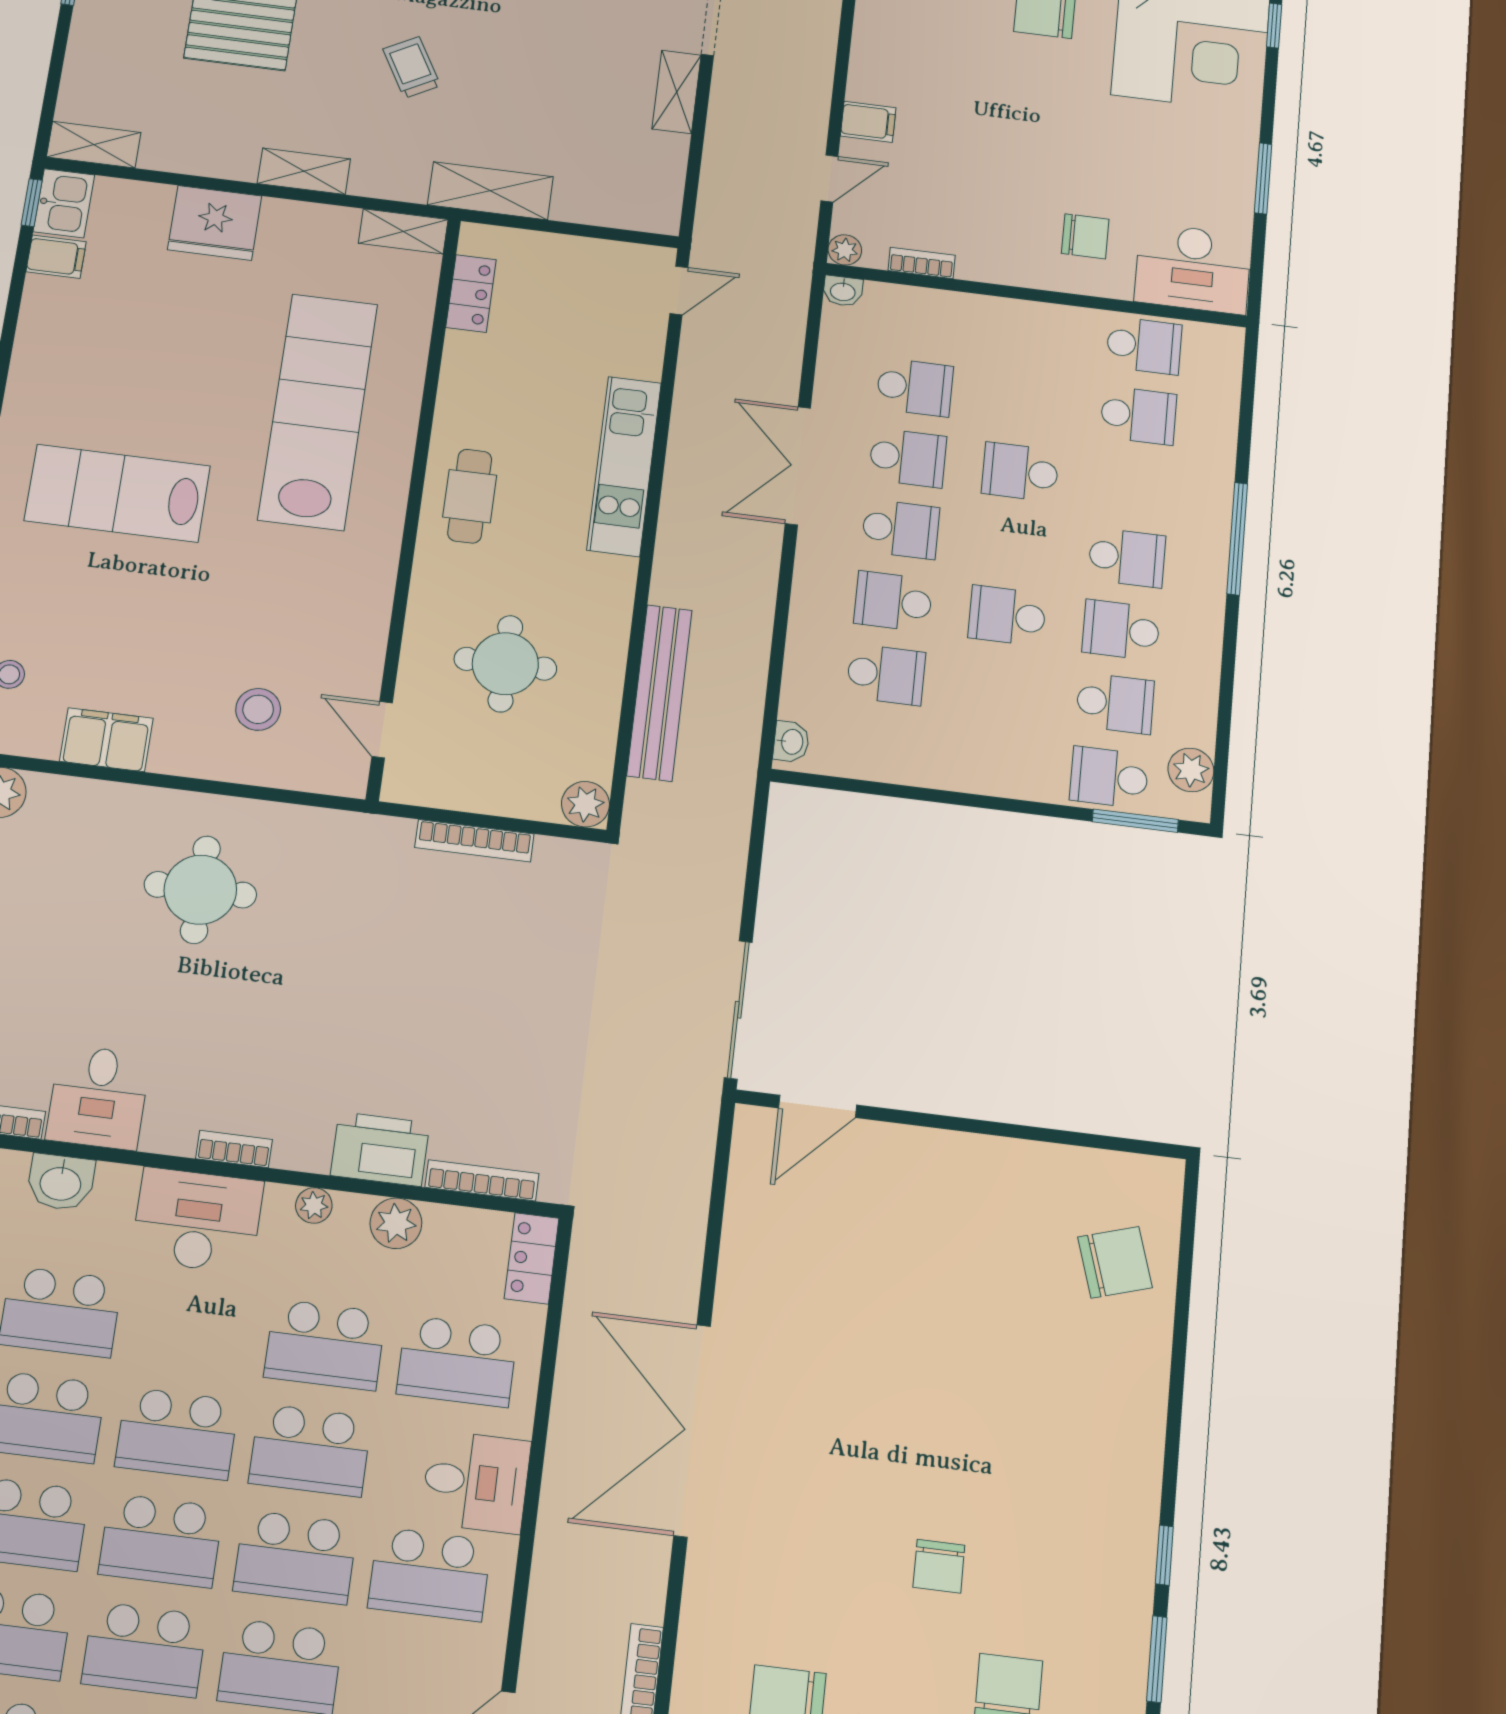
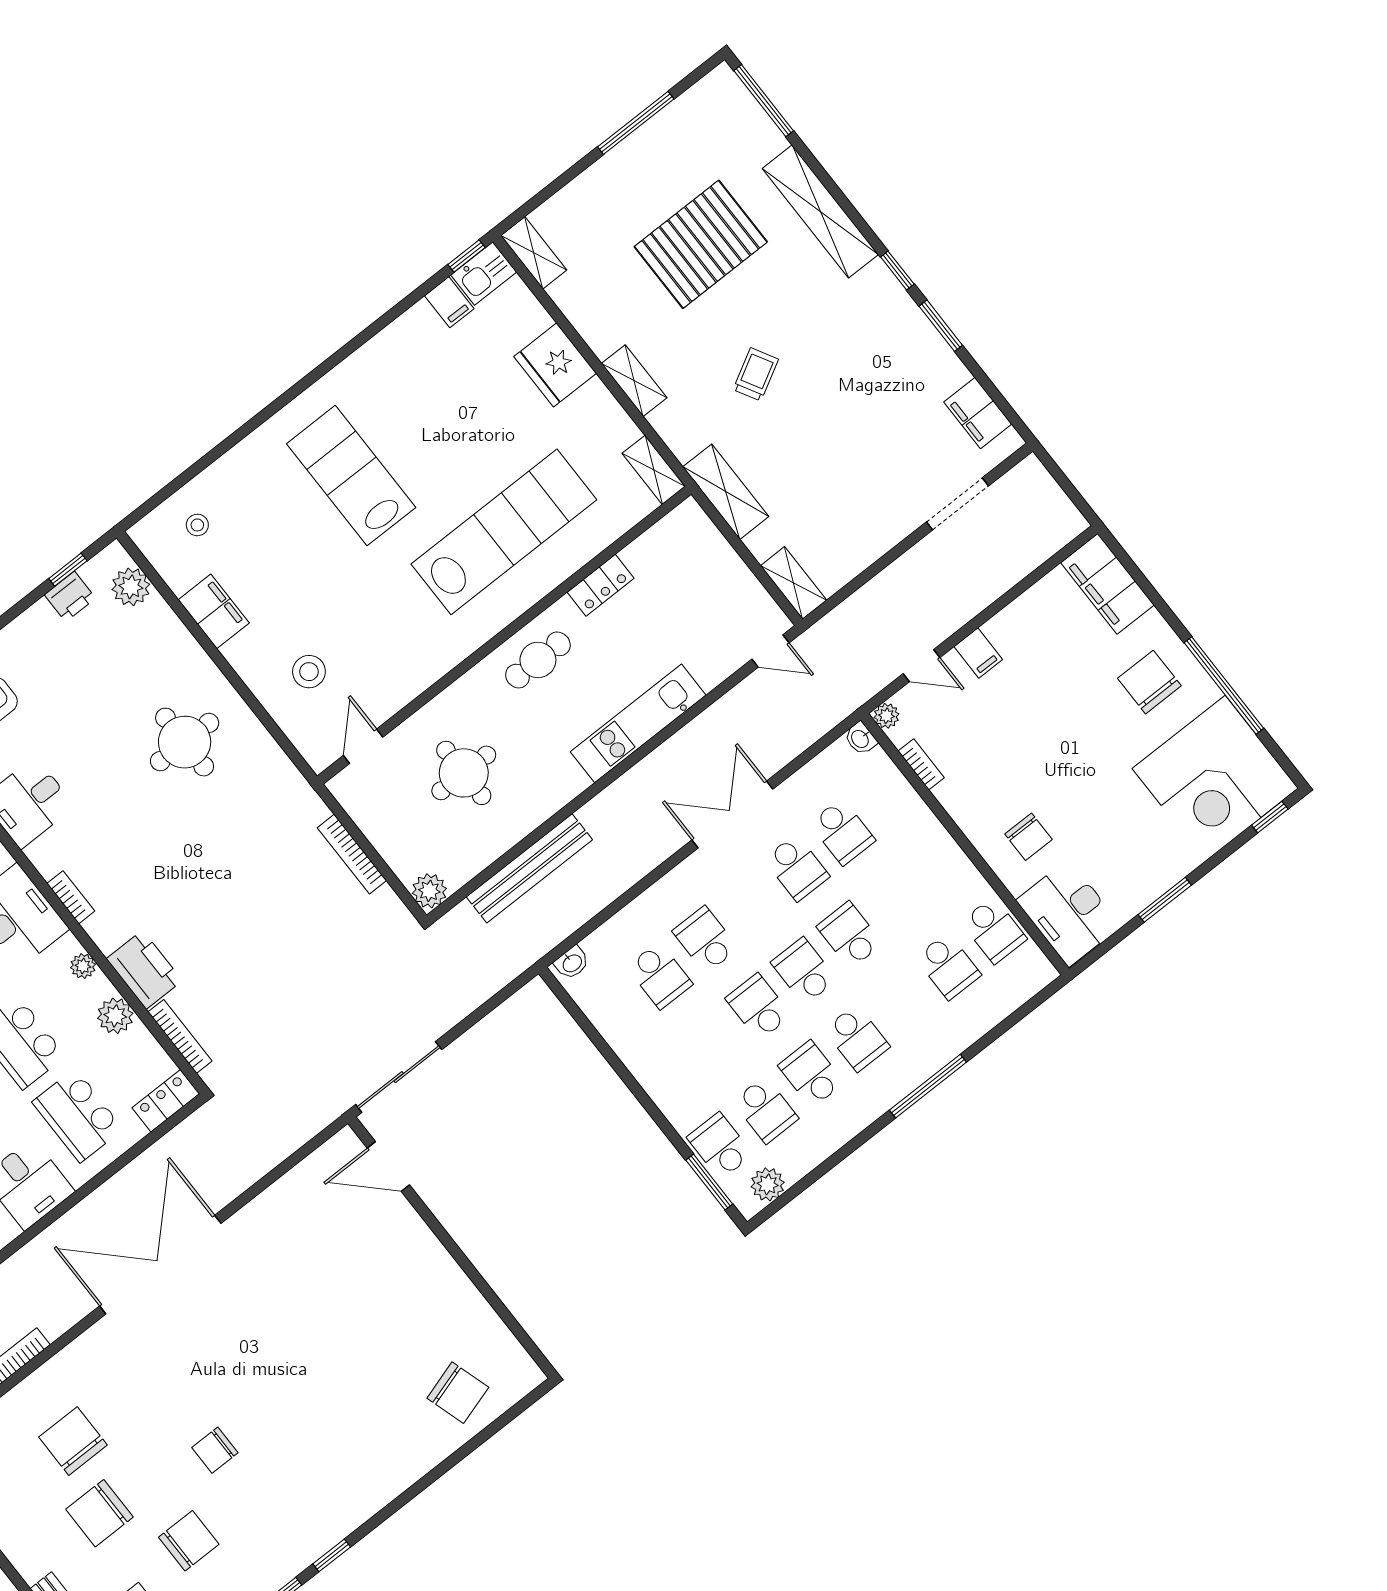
shelving: (677, 92) -> (794, 583), moved, turned 90
locker: (471, 294) -> (601, 585), moved
school desk: (901, 529) -> (804, 971), moved, turned 180

